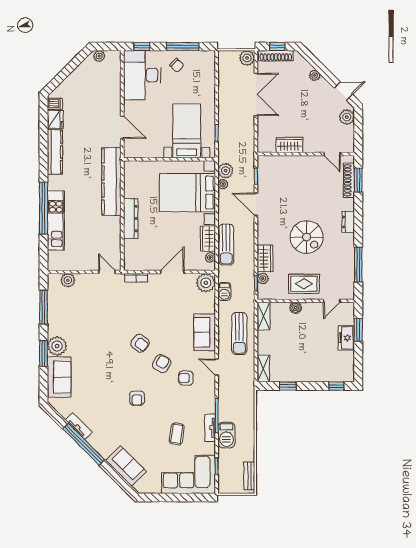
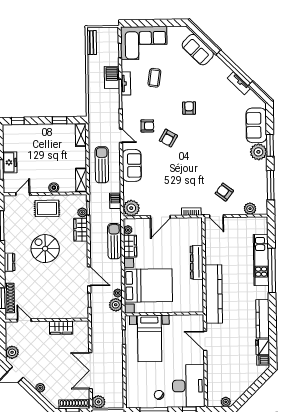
armchair: (140, 343) -> (224, 192), moved

